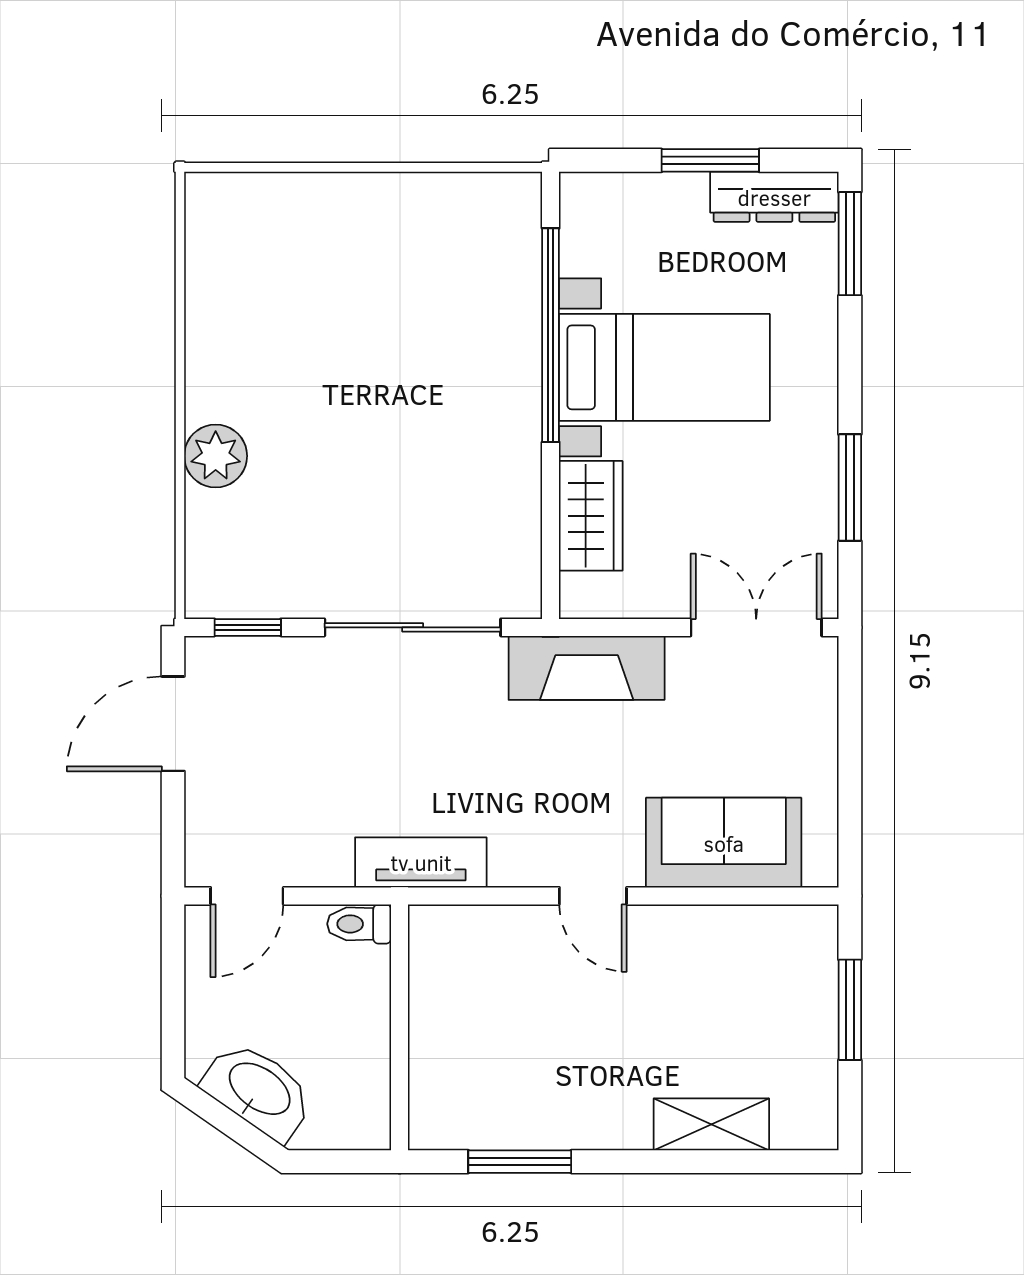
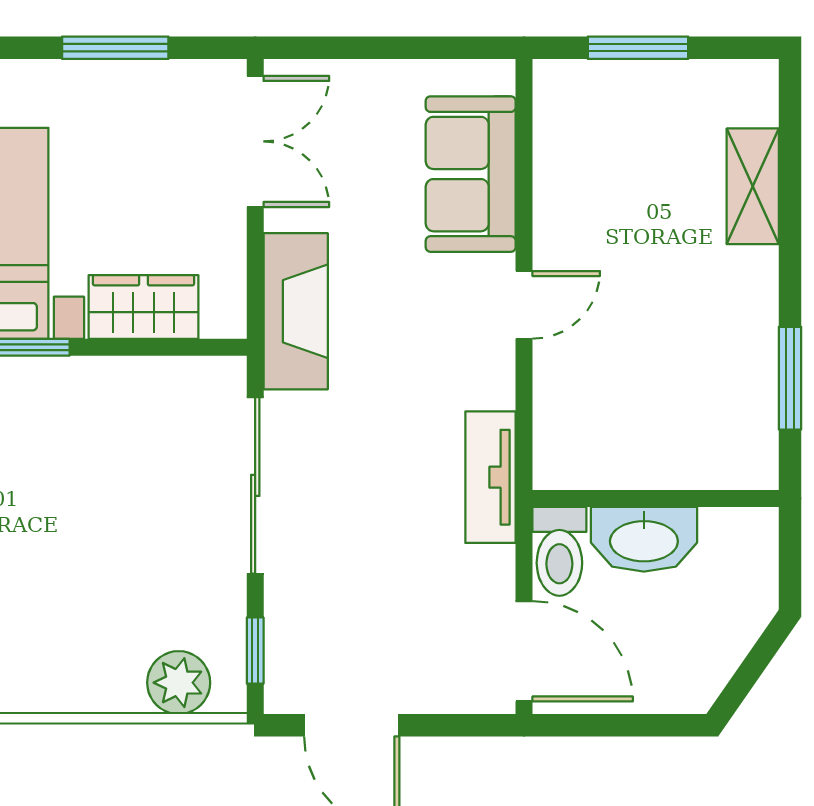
plant: (216, 456) -> (179, 683), moved
double door: (756, 627) -> (255, 141), swing flipped
door: (247, 896) -> (524, 651), width x1.38
toilet: (359, 924) -> (559, 551), width x1.37, depth x1.39
washbasin: (259, 1090) -> (644, 539), moved, turned -125

